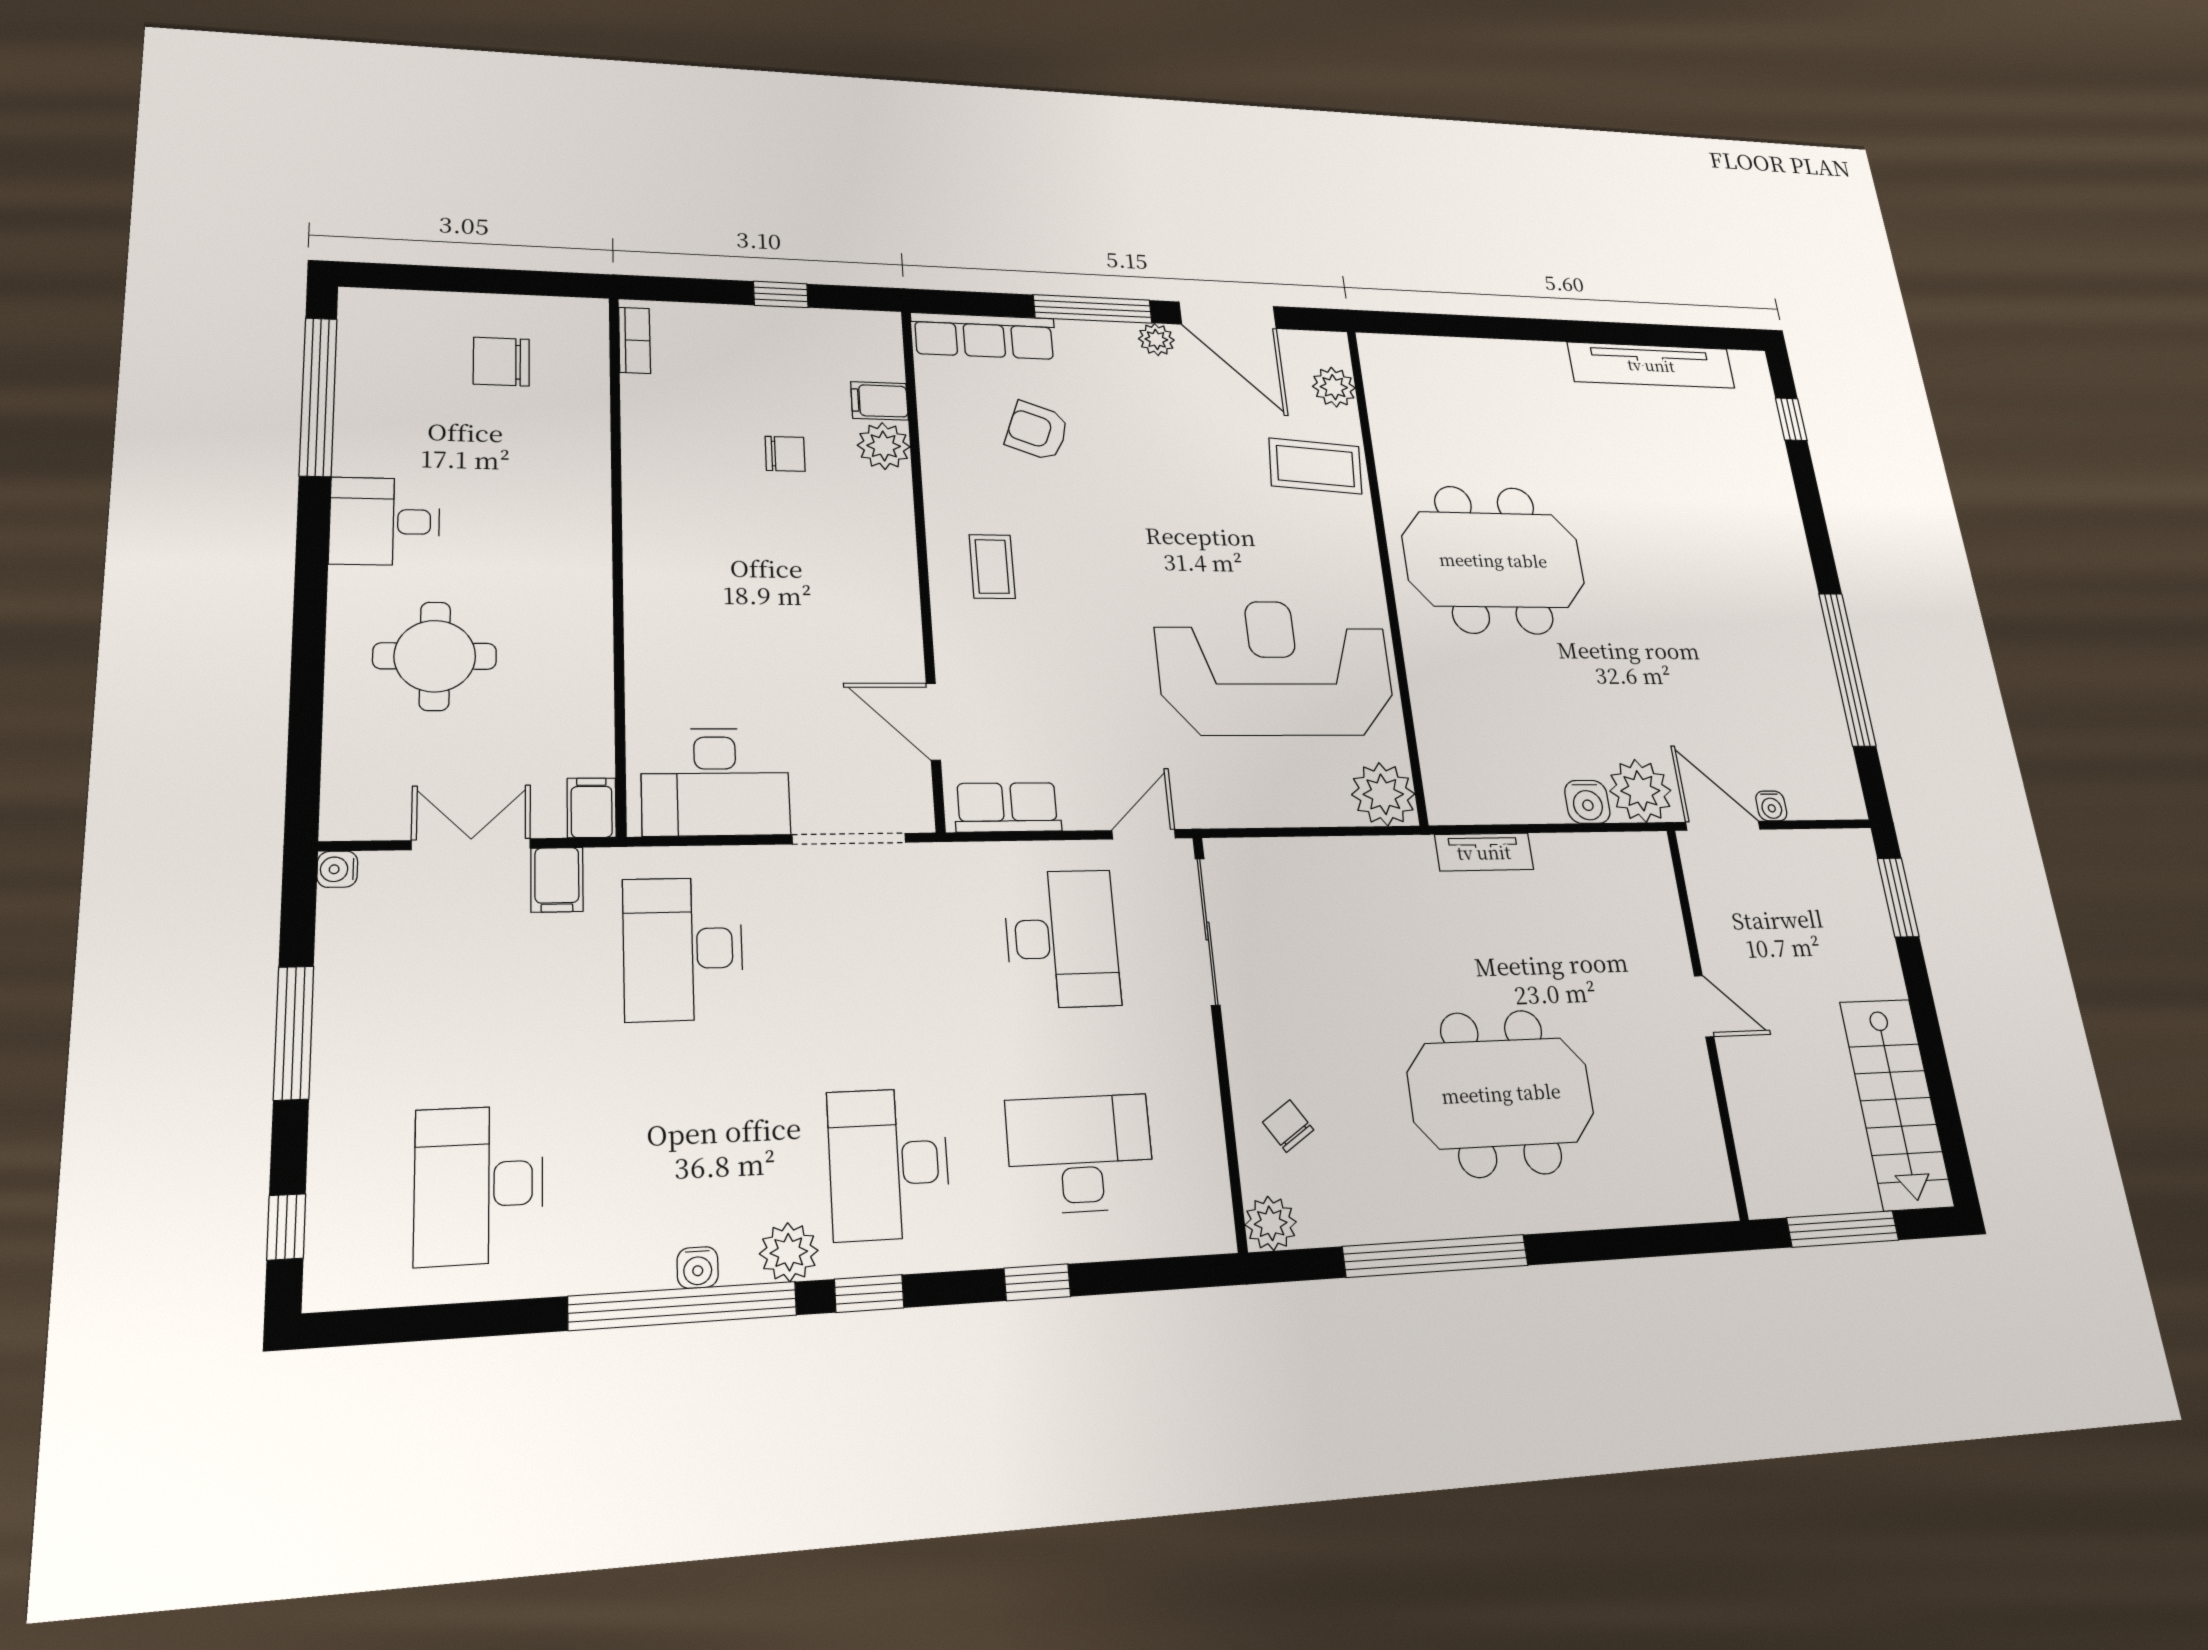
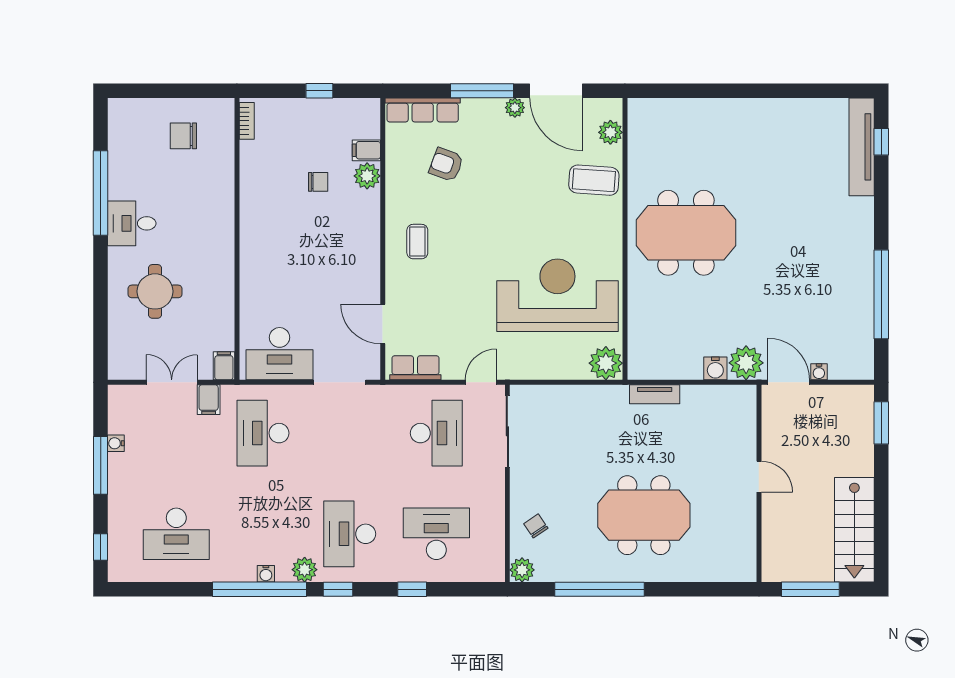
tv unit: (1651, 365) -> (862, 147), moved, turned 90
window: (318, 396) -> (101, 193), moved
water cooler: (337, 869) -> (116, 443), moved
desk: (479, 1185) -> (176, 534), turned -90

